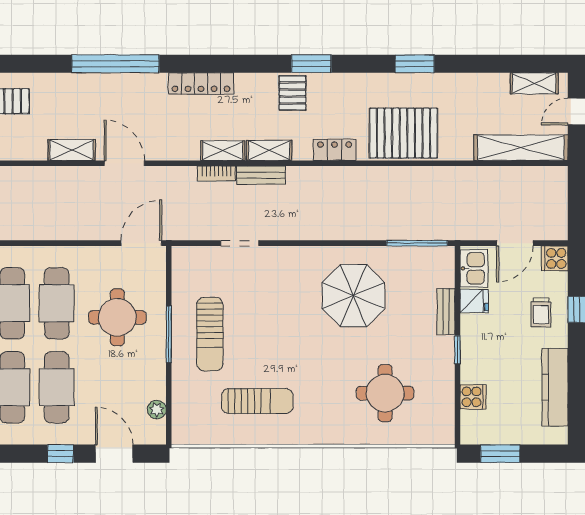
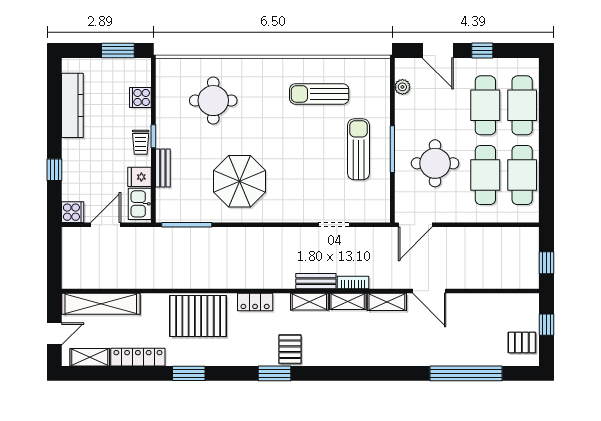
window: (115, 64) -> (466, 373), moved
locker: (201, 83) -> (138, 357), moved
shelving: (72, 150) -> (387, 302), moved
trolley: (541, 312) -> (141, 142), moved, turned 180

